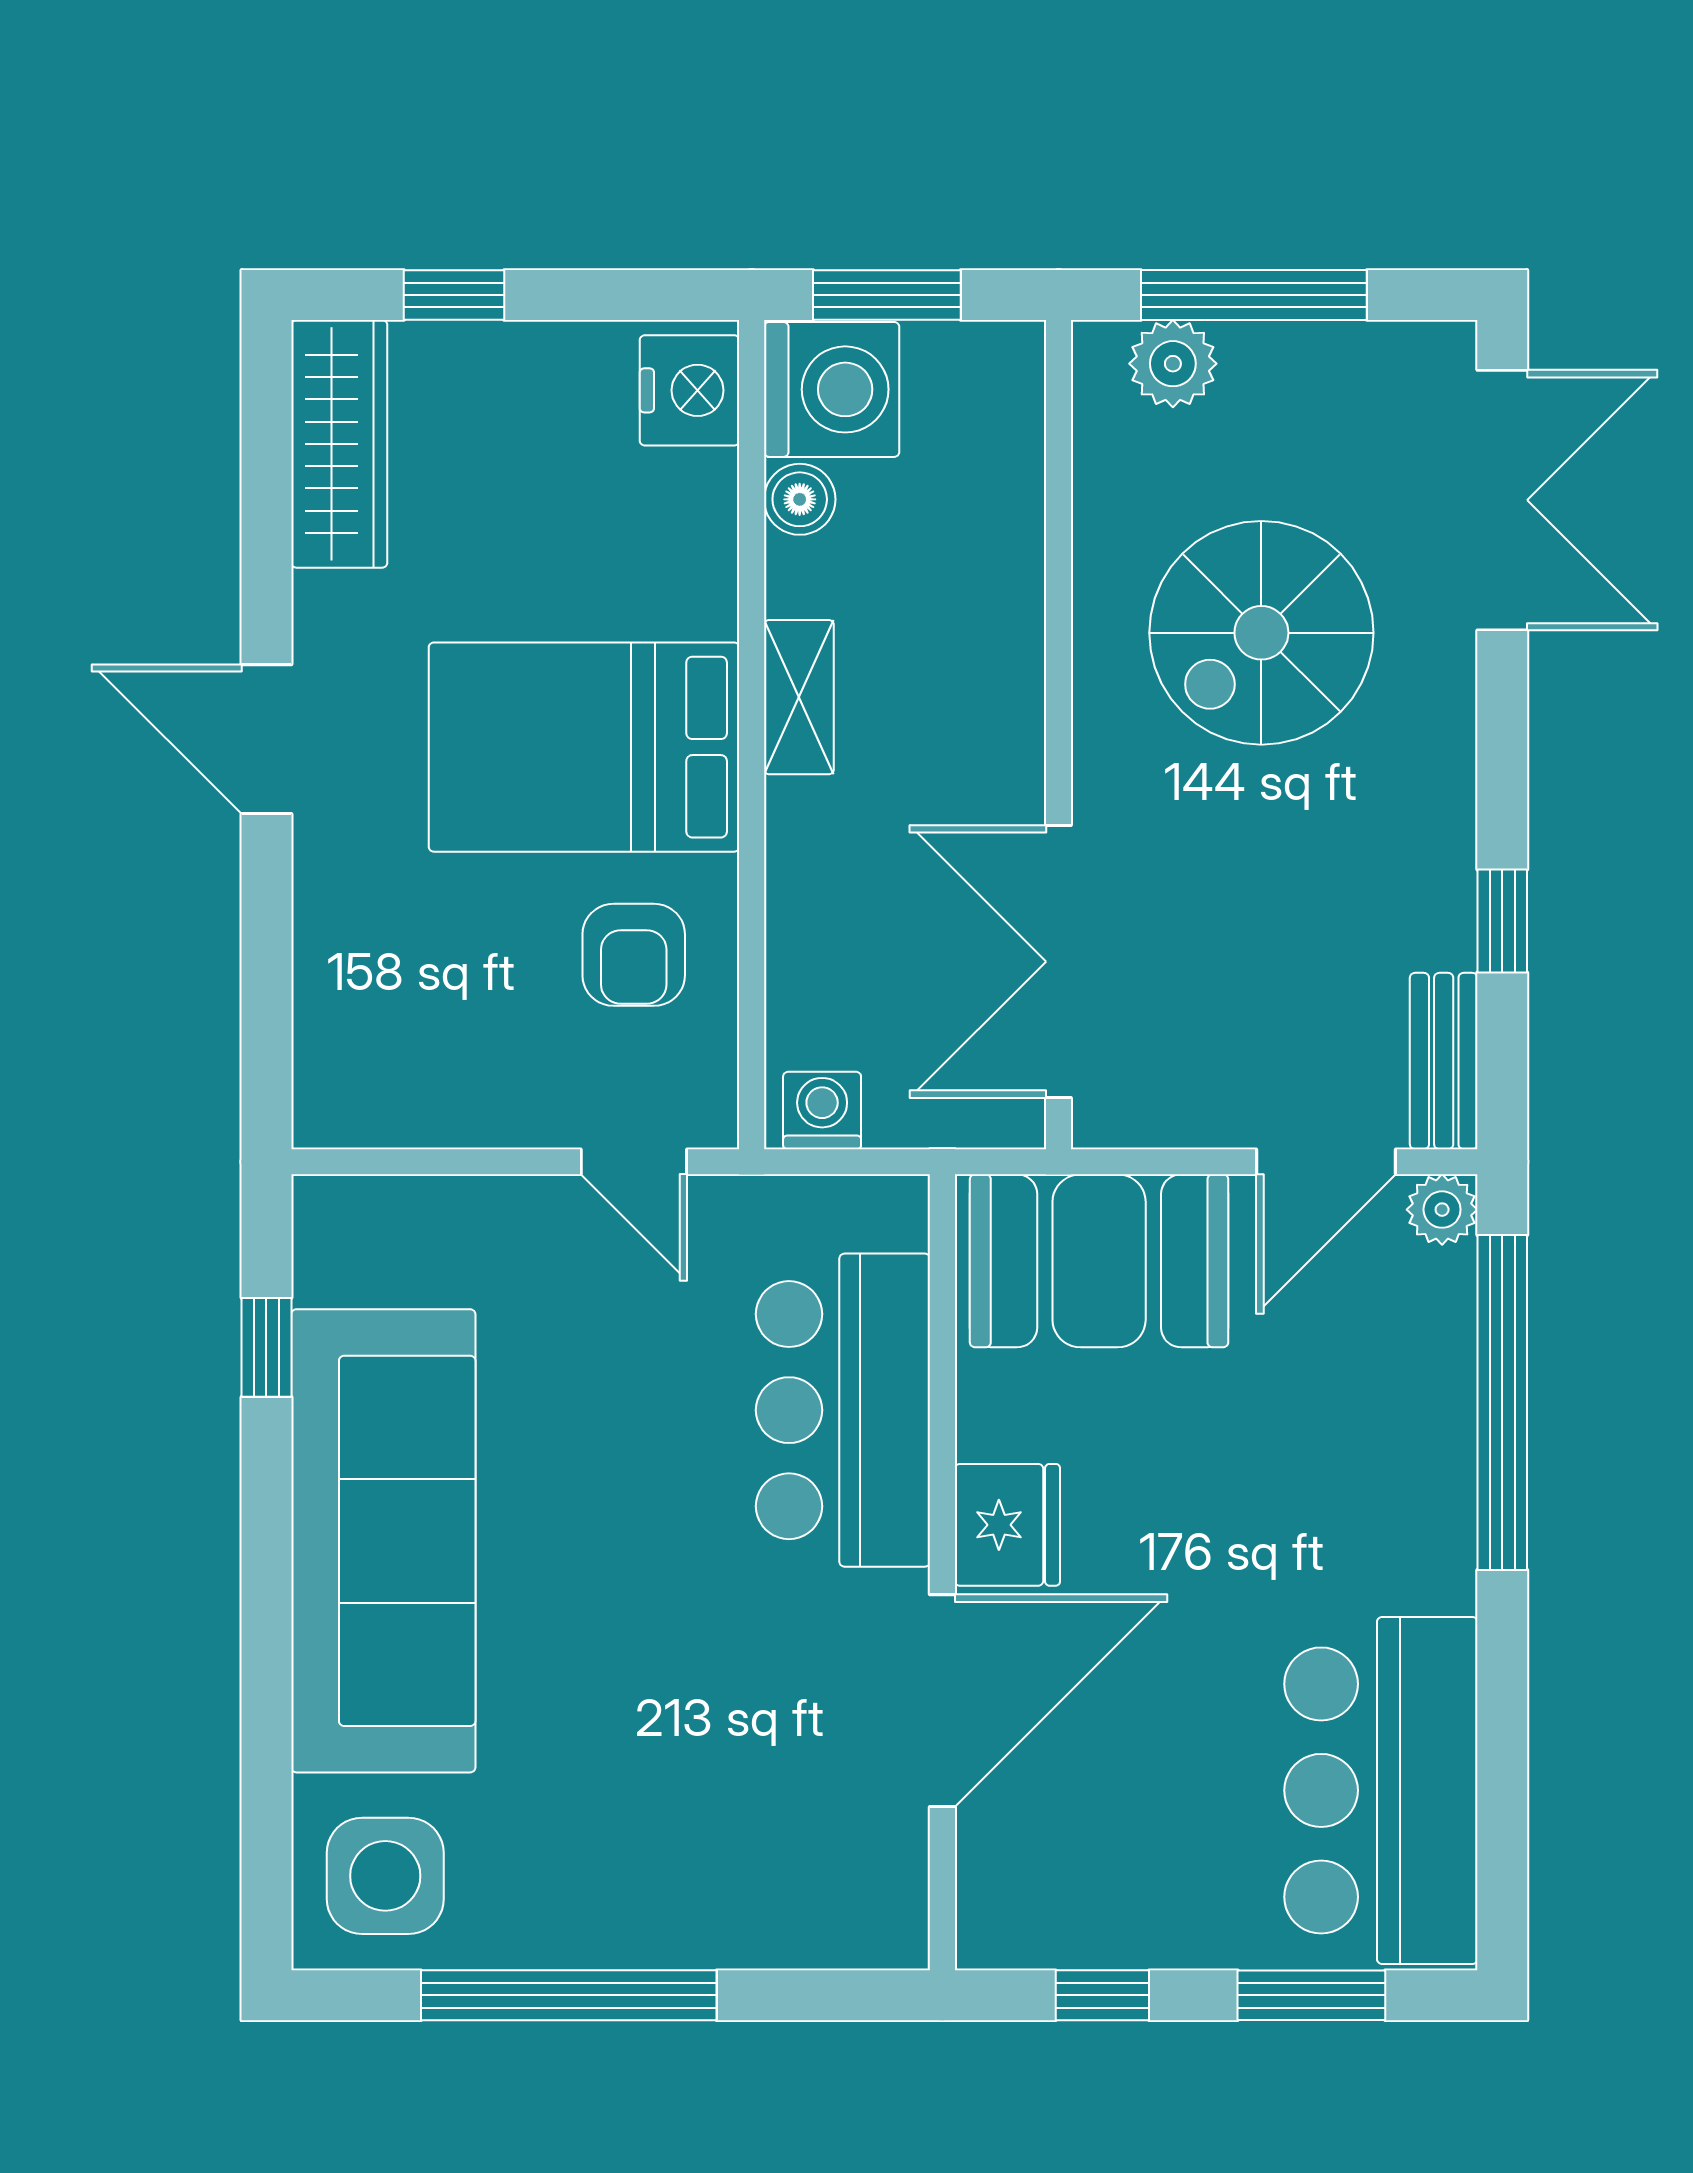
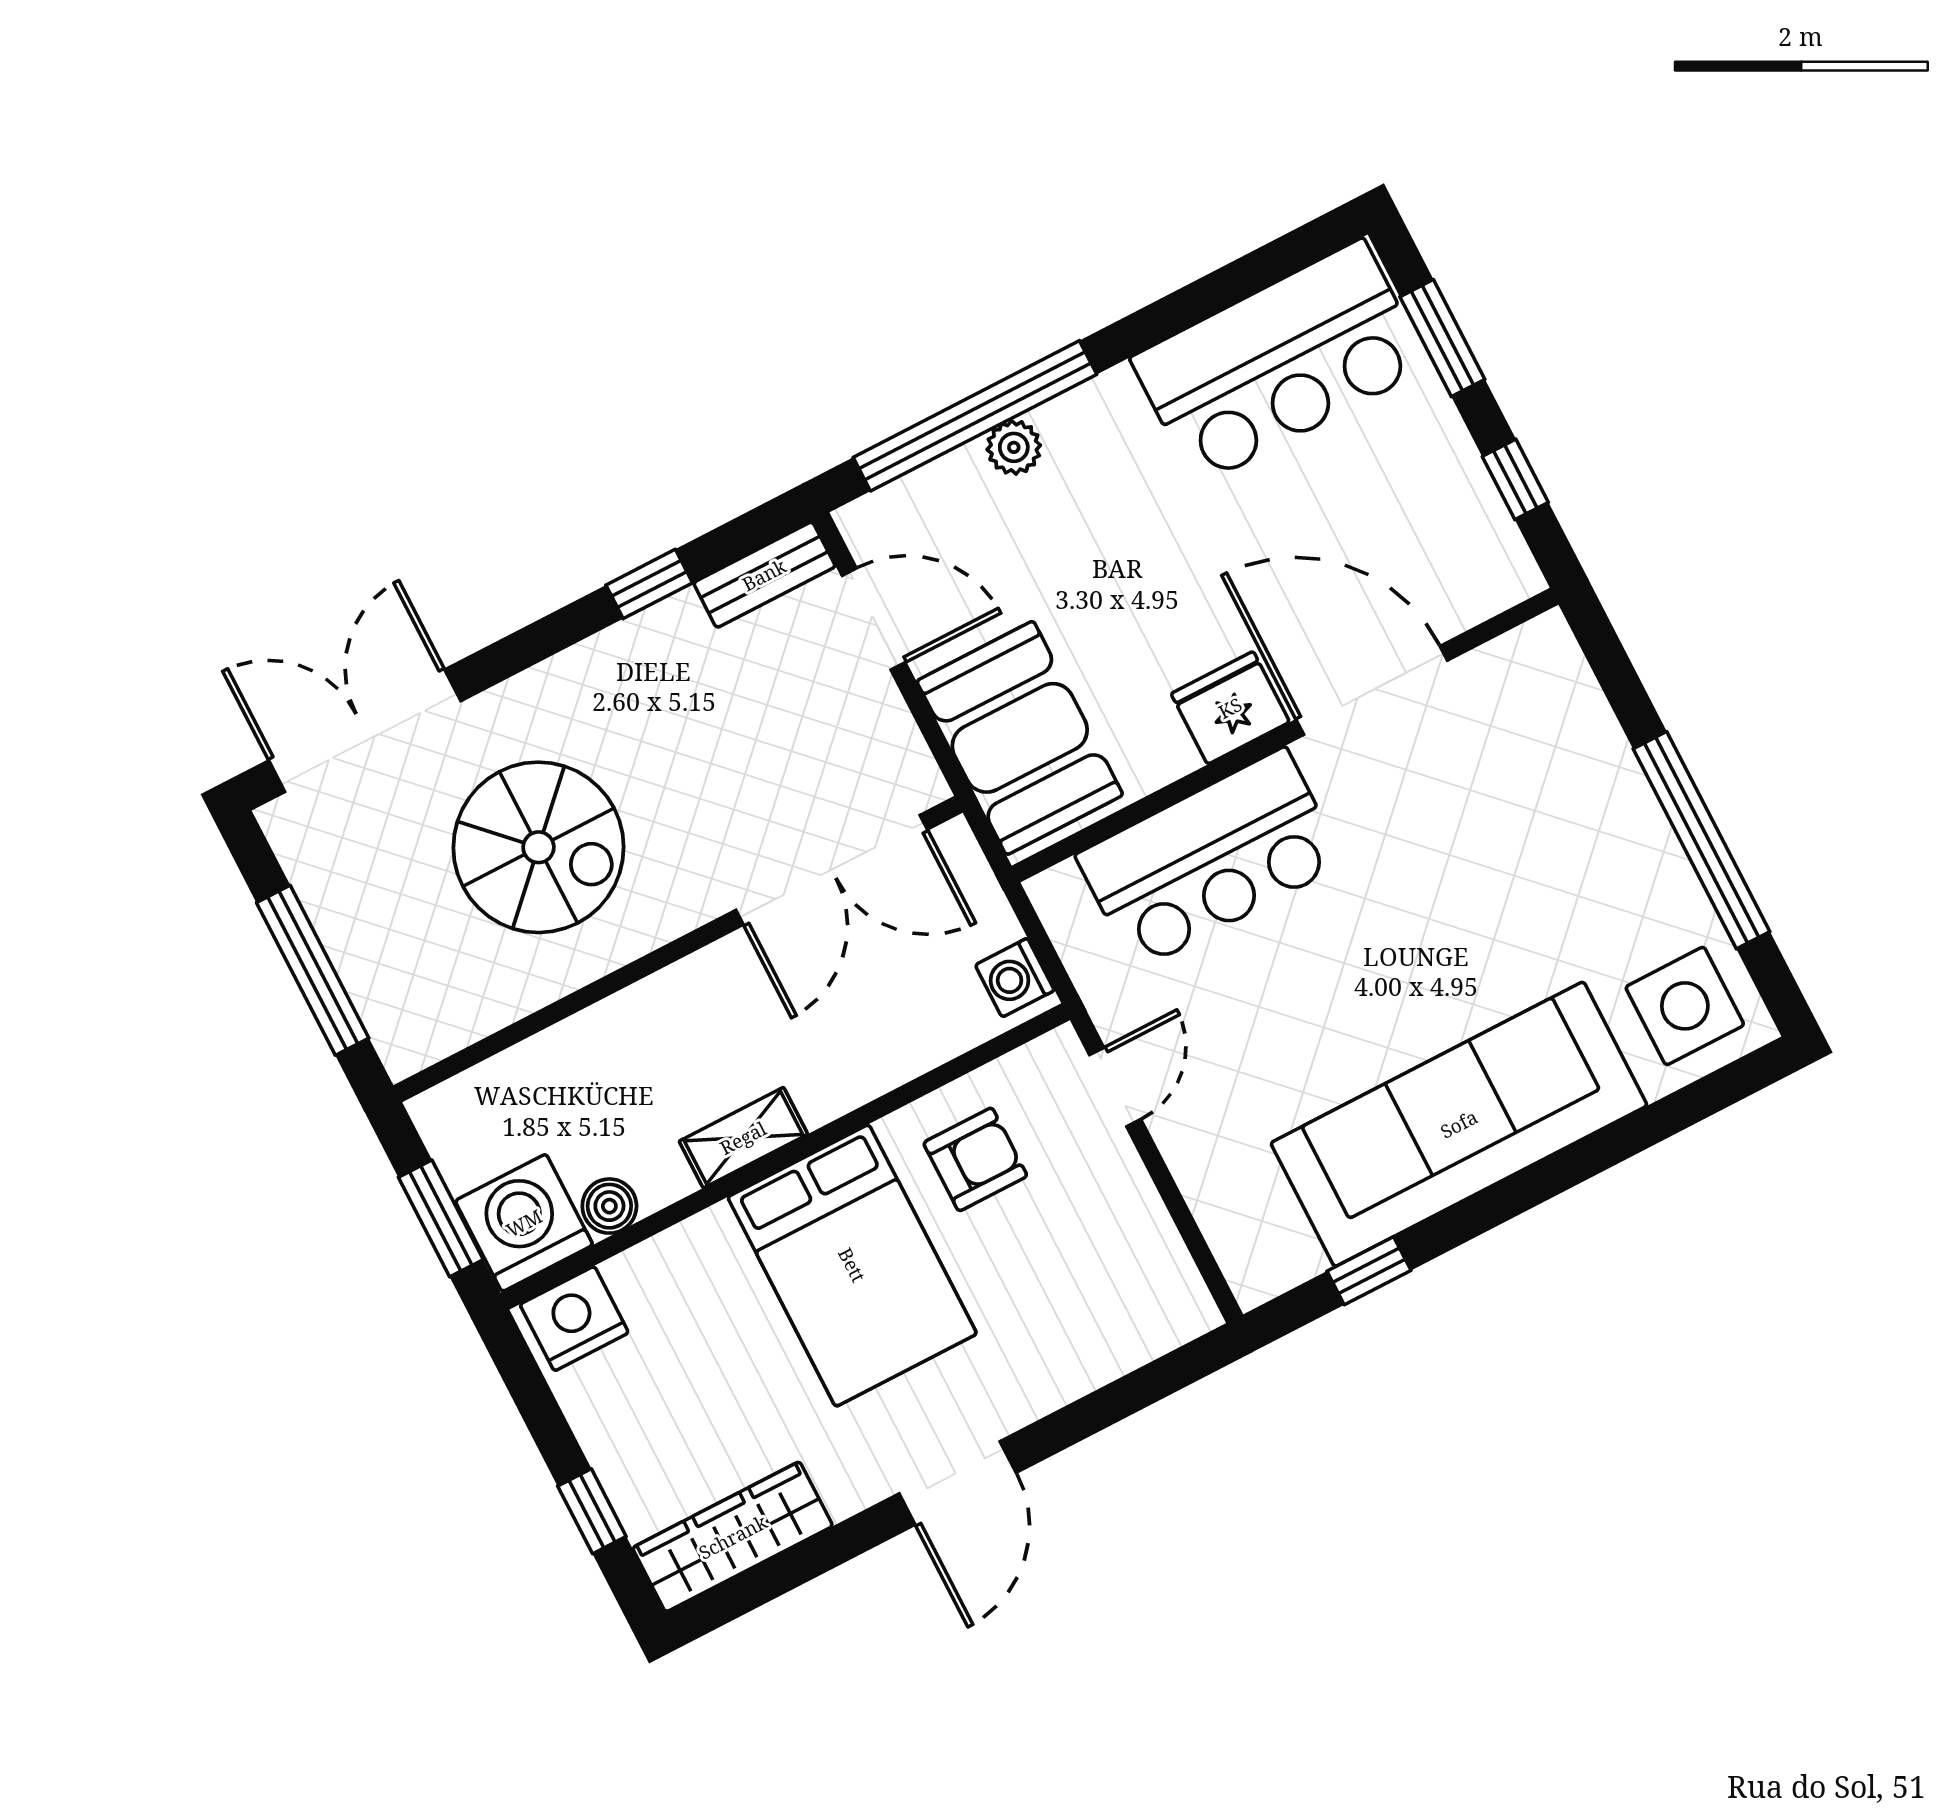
plant: (1173, 364) -> (387, 1001), removed
plant: (1442, 1210) -> (1014, 447), moved

